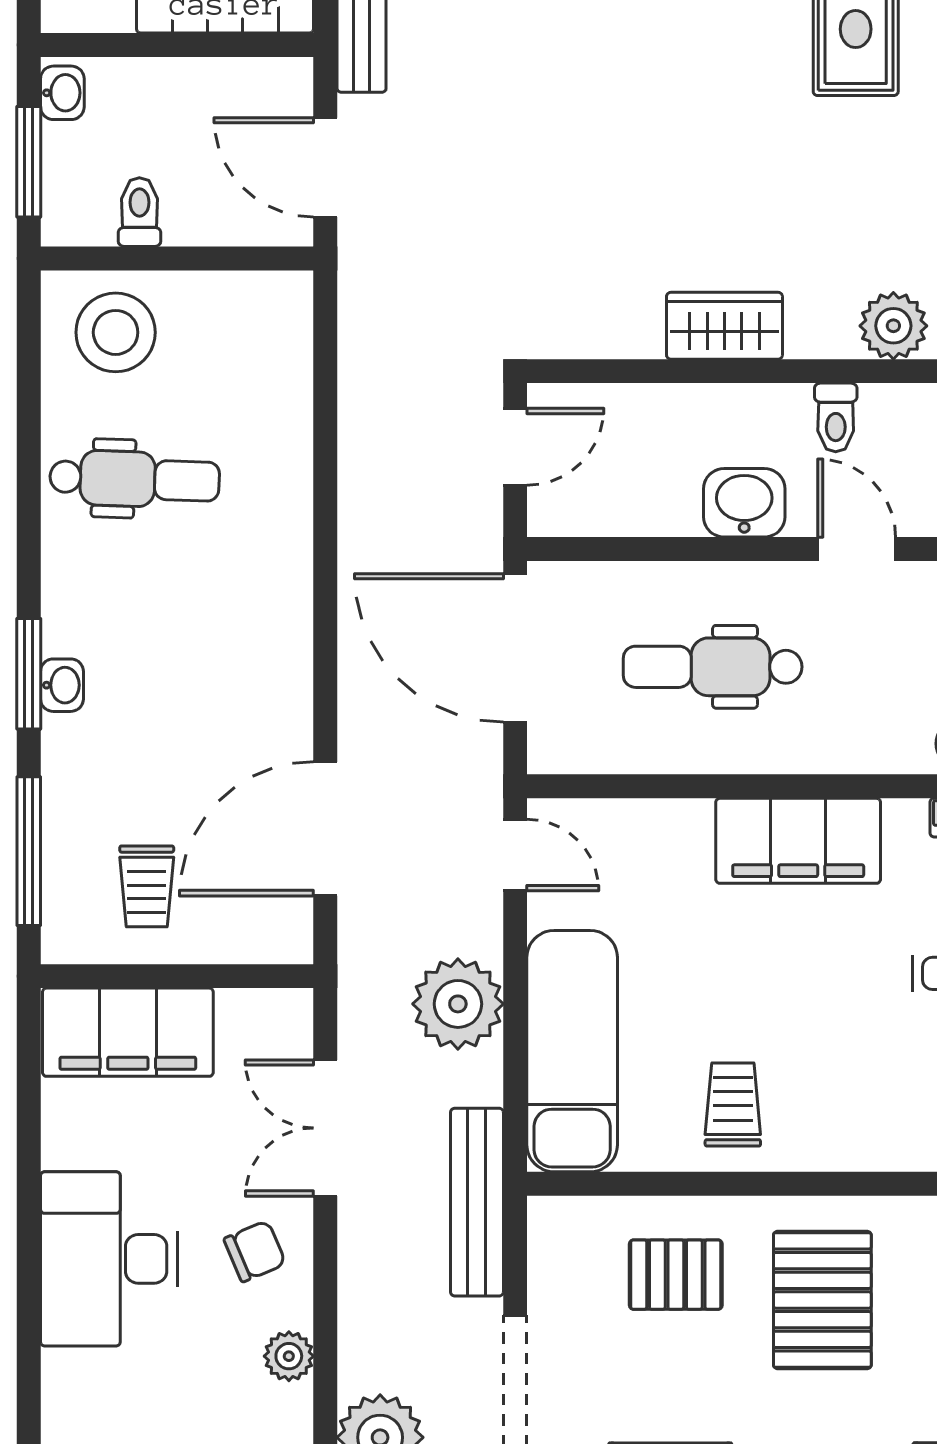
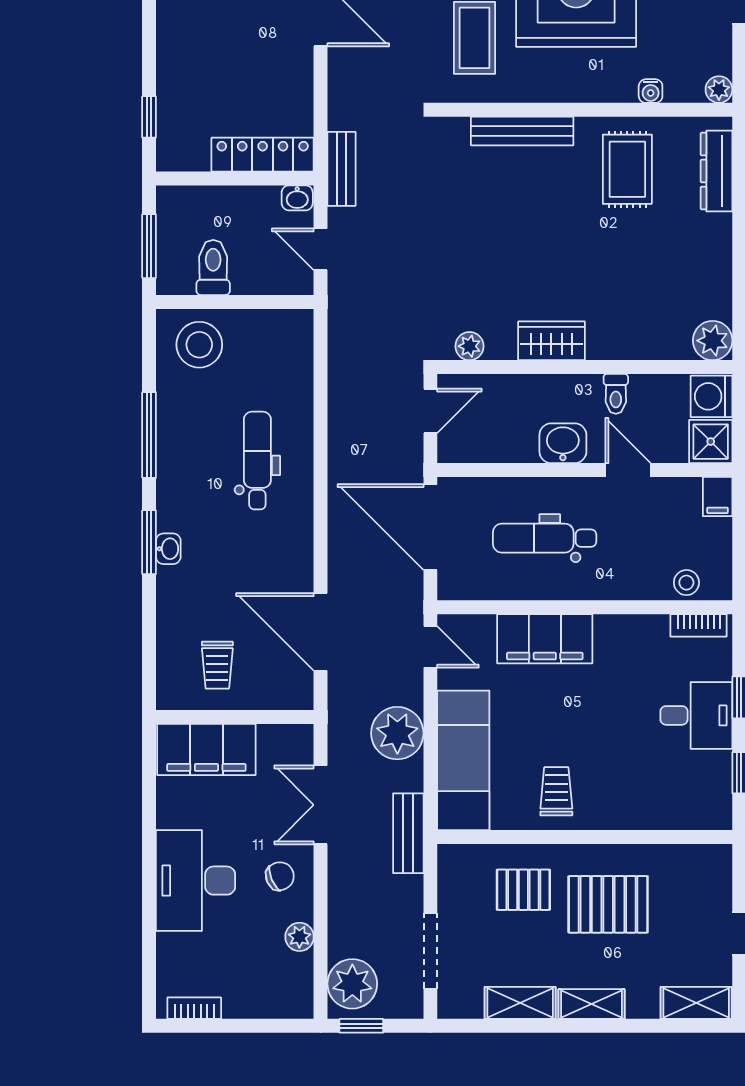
washbasin: (62, 93) -> (297, 198), moved, turned 90
door: (325, 167) -> (321, 249), width x0.73
toilet: (139, 212) -> (213, 267), width x1.37, depth x1.39
plant: (893, 326) -> (469, 346), moved, width x0.73, depth x0.73
dental chair: (135, 479) -> (257, 461), moved, turned -92
door: (325, 829) -> (321, 632), hinge flipped
filing cabinet: (798, 841) -> (545, 639), moved
window: (29, 851) -> (149, 435), moved
bench: (477, 1202) -> (408, 833), width x0.73
pallet: (822, 1300) -> (608, 904), turned 90

